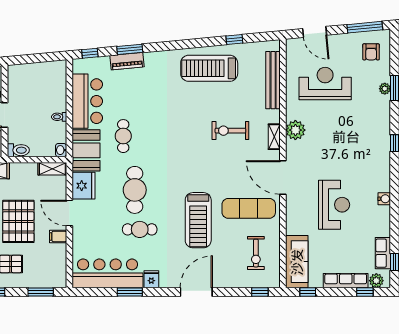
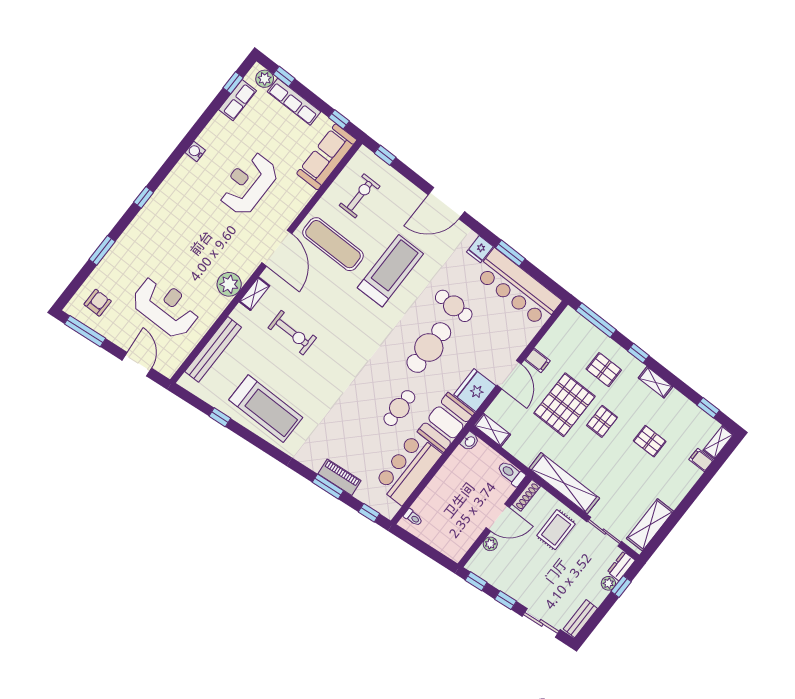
reception desk: (325, 84) -> (166, 307), turned 180
plant: (385, 89) -> (112, 257), removed
toilet: (59, 117) -> (413, 518), moved
window: (41, 292) -> (596, 320), width x1.44

